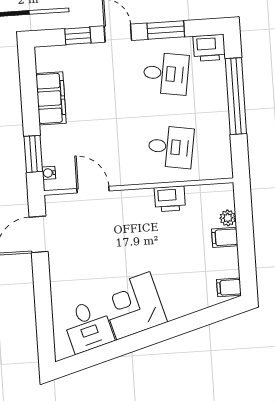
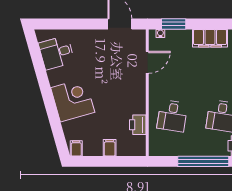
printer: (170, 199) -> (138, 125), moved
plant: (228, 218) -> (123, 151), removed
corner desk: (133, 306) -> (73, 100), moved

